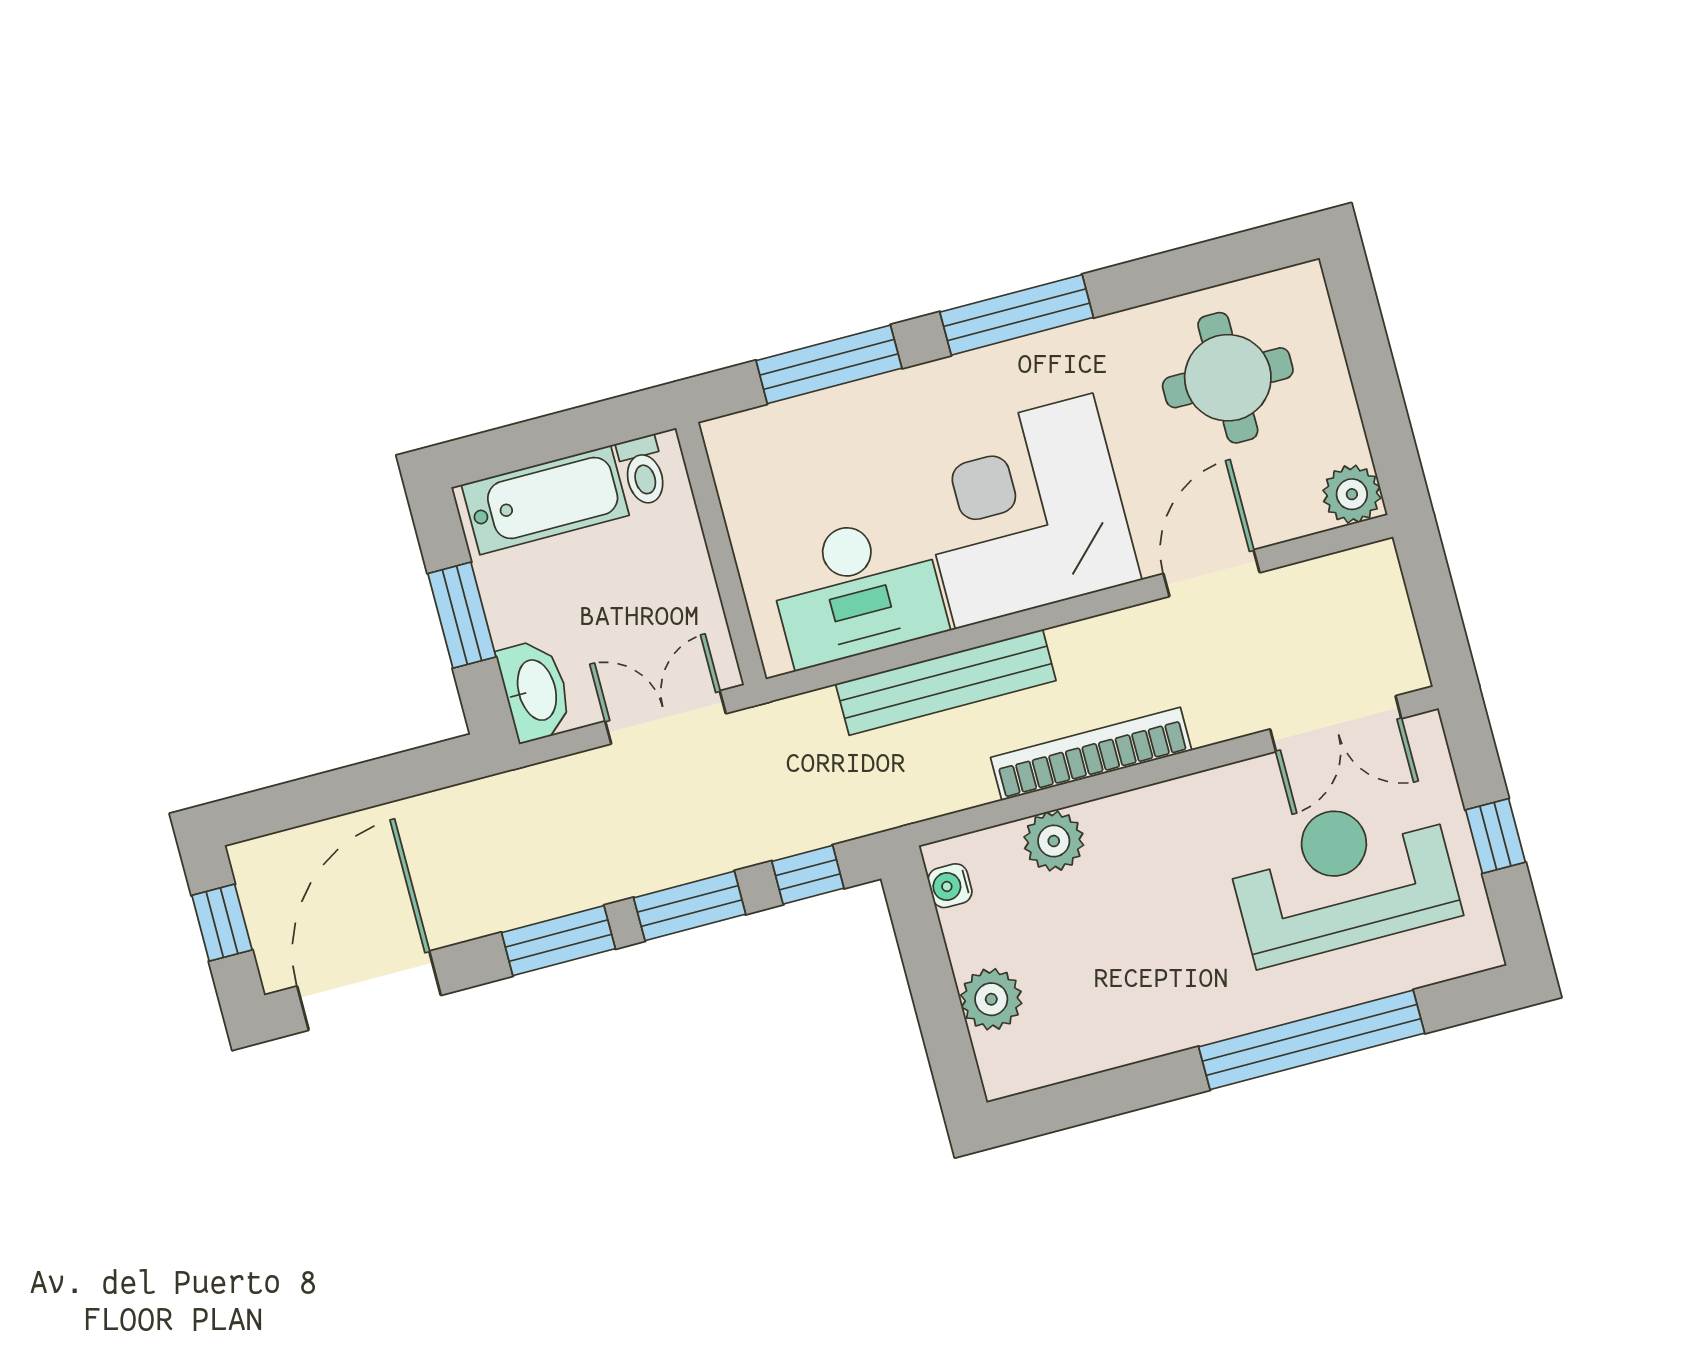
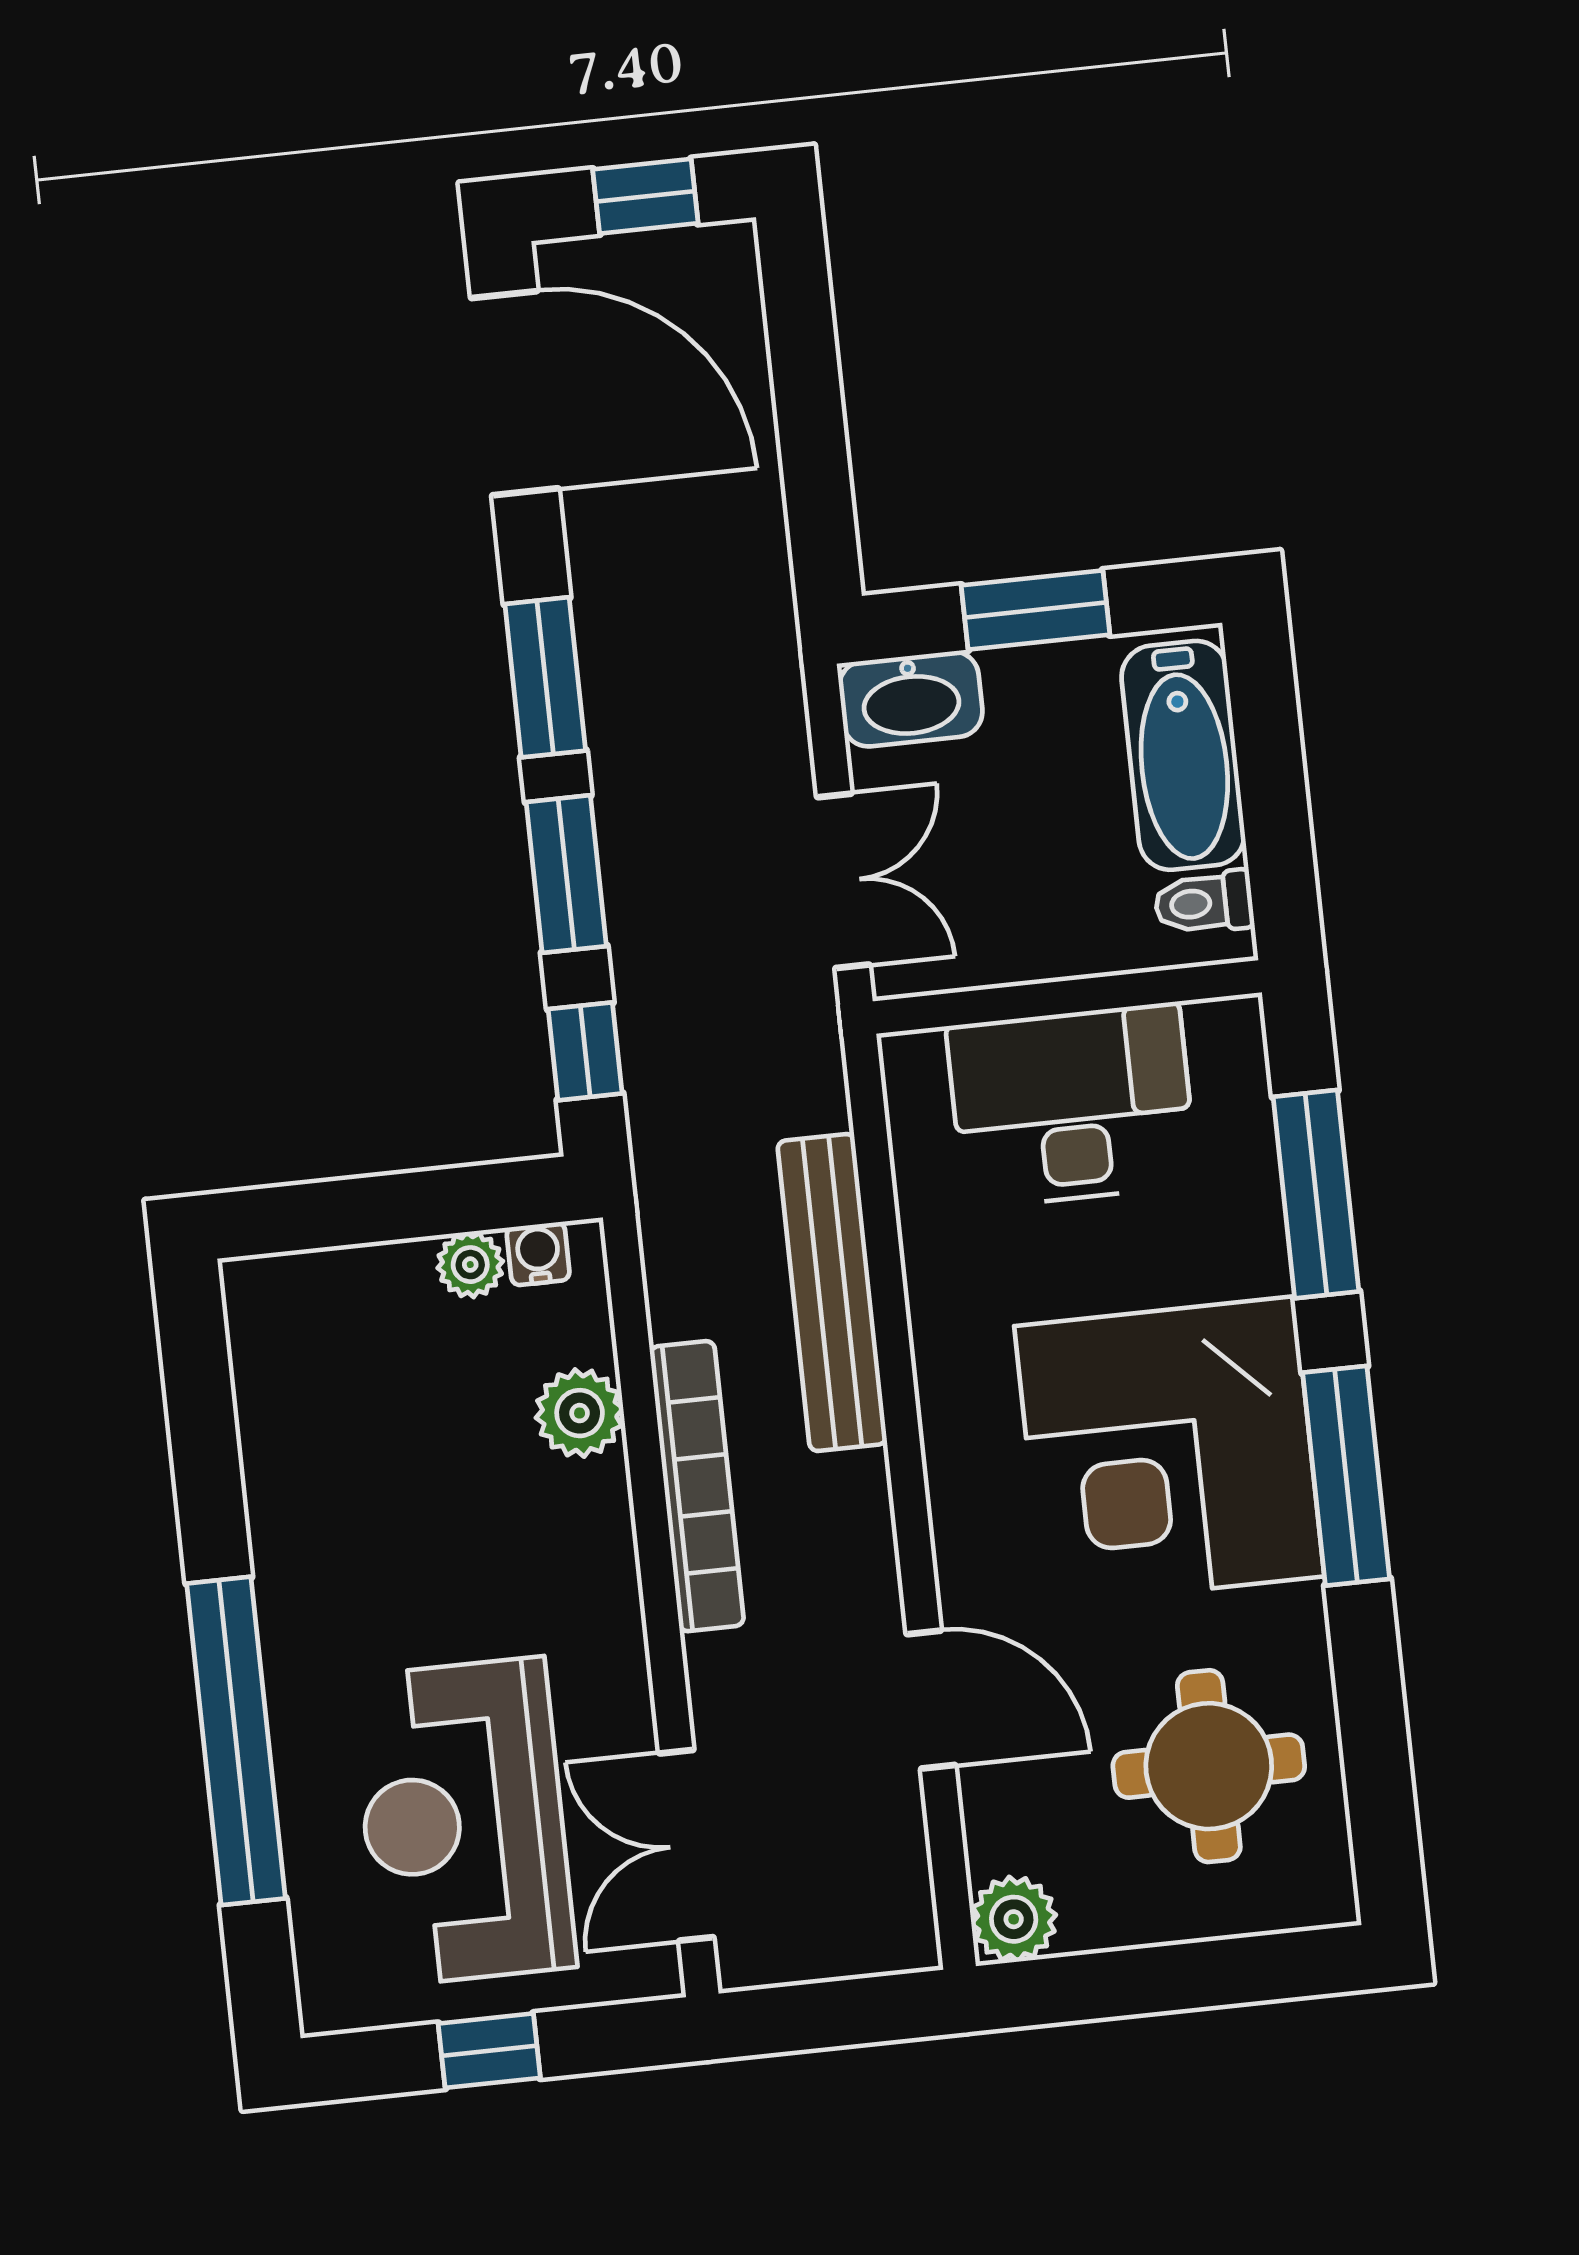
corner desk: (1024, 511) -> (1169, 1451), moved, turned 180
desk: (857, 590) -> (1072, 1106), moved, turned 90
reception desk: (1343, 878) -> (463, 1822), turned 180
plant: (991, 999) -> (470, 1265), moved, width x0.73, depth x0.73

